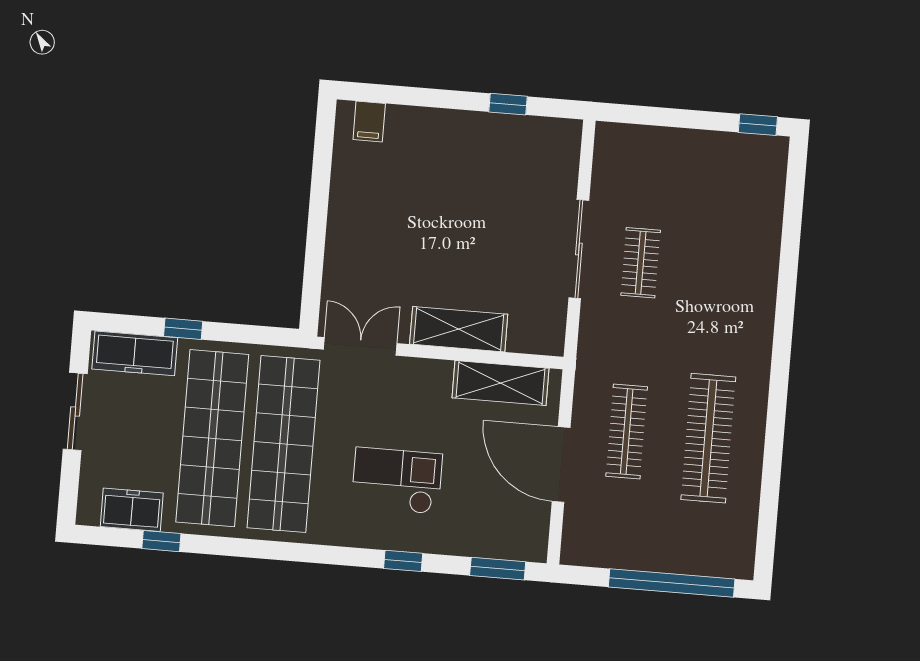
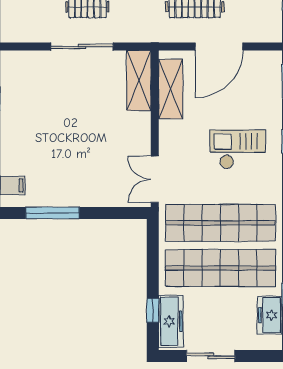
window: (321, 181) -> (52, 213), added
window: (183, 329) -> (153, 310), moved
shelving: (459, 329) -> (139, 81), moved
checkout: (397, 481) -> (238, 149), turned 90

